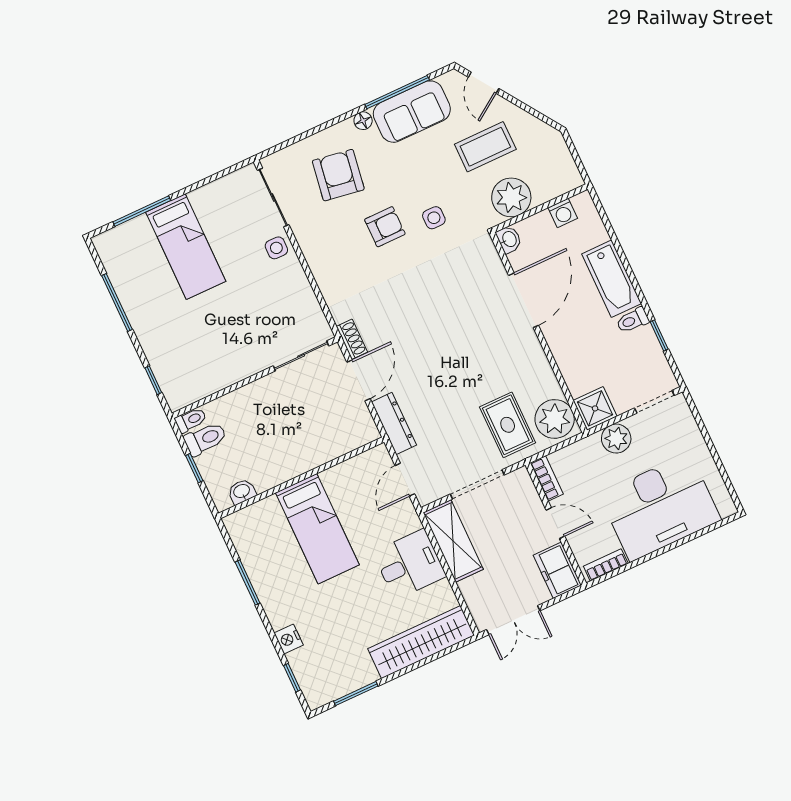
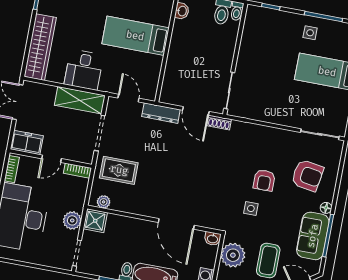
side table: (276, 248) -> (310, 33), moved
plant: (555, 419) -> (104, 202), width x0.53, depth x0.53

